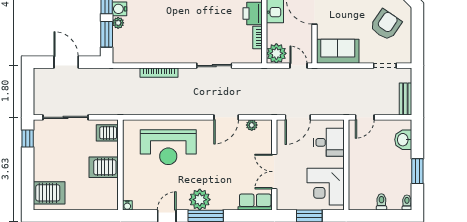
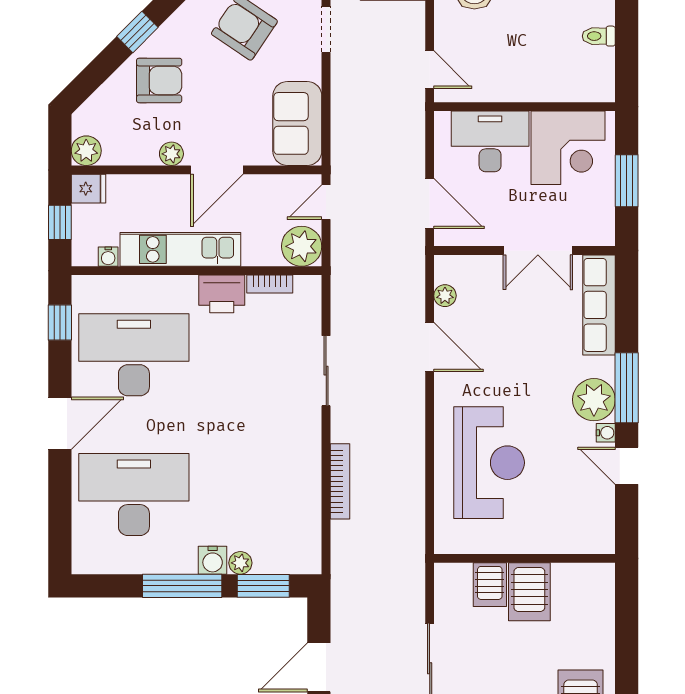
server rack: (107, 133) -> (490, 585), moved
desk: (329, 142) -> (490, 141), width x1.37
row of seats: (255, 202) -> (599, 305), width x1.48
water cooler: (127, 205) -> (606, 433), moved

